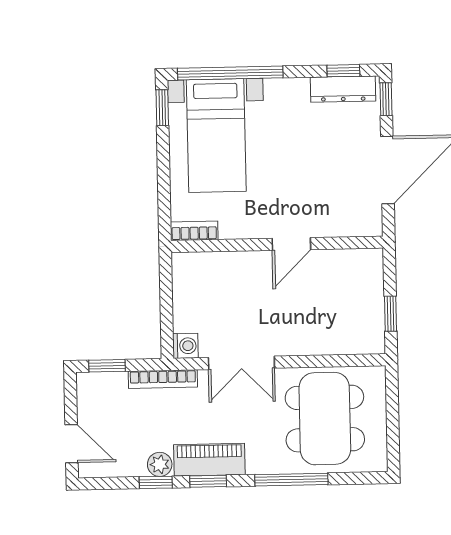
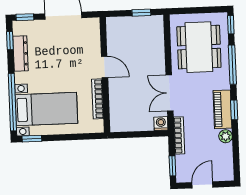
dresser: (343, 89) -> (20, 54), moved
bookcase: (194, 231) -> (98, 99), moved, width x1.56
double door: (241, 363) -> (170, 93), swing flipped
dining table: (325, 419) -> (199, 47), turned 90
door: (72, 444) -> (202, 185), moved
window: (156, 482) -> (231, 25), moved

